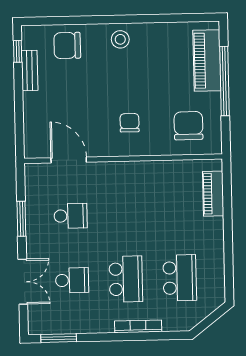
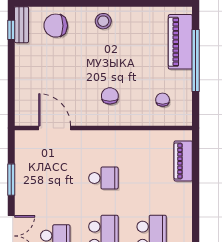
bench: (30, 70) -> (22, 25), moved
chair: (188, 126) -> (163, 100), width x0.54, depth x0.54
school desk: (71, 216) -> (103, 178), moved

